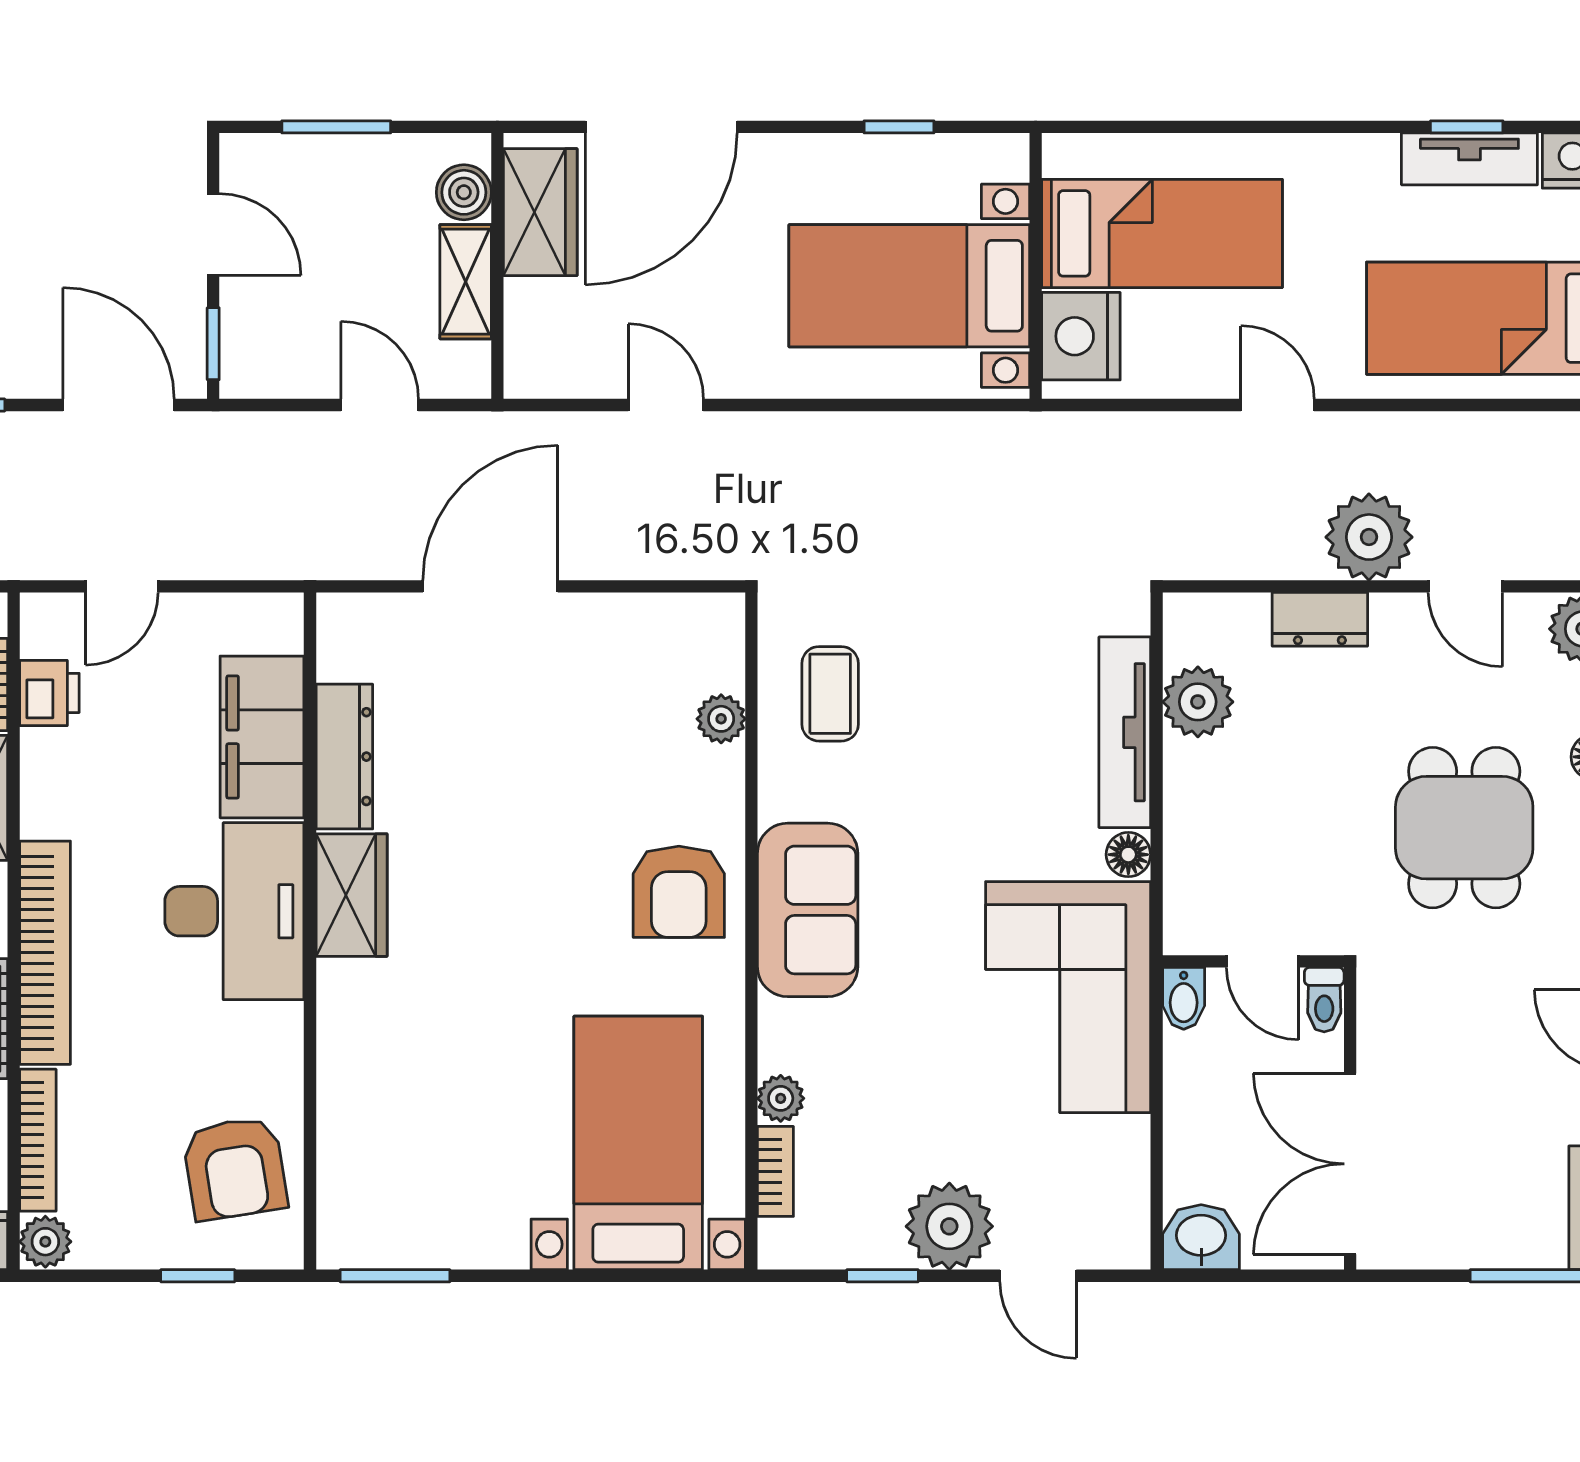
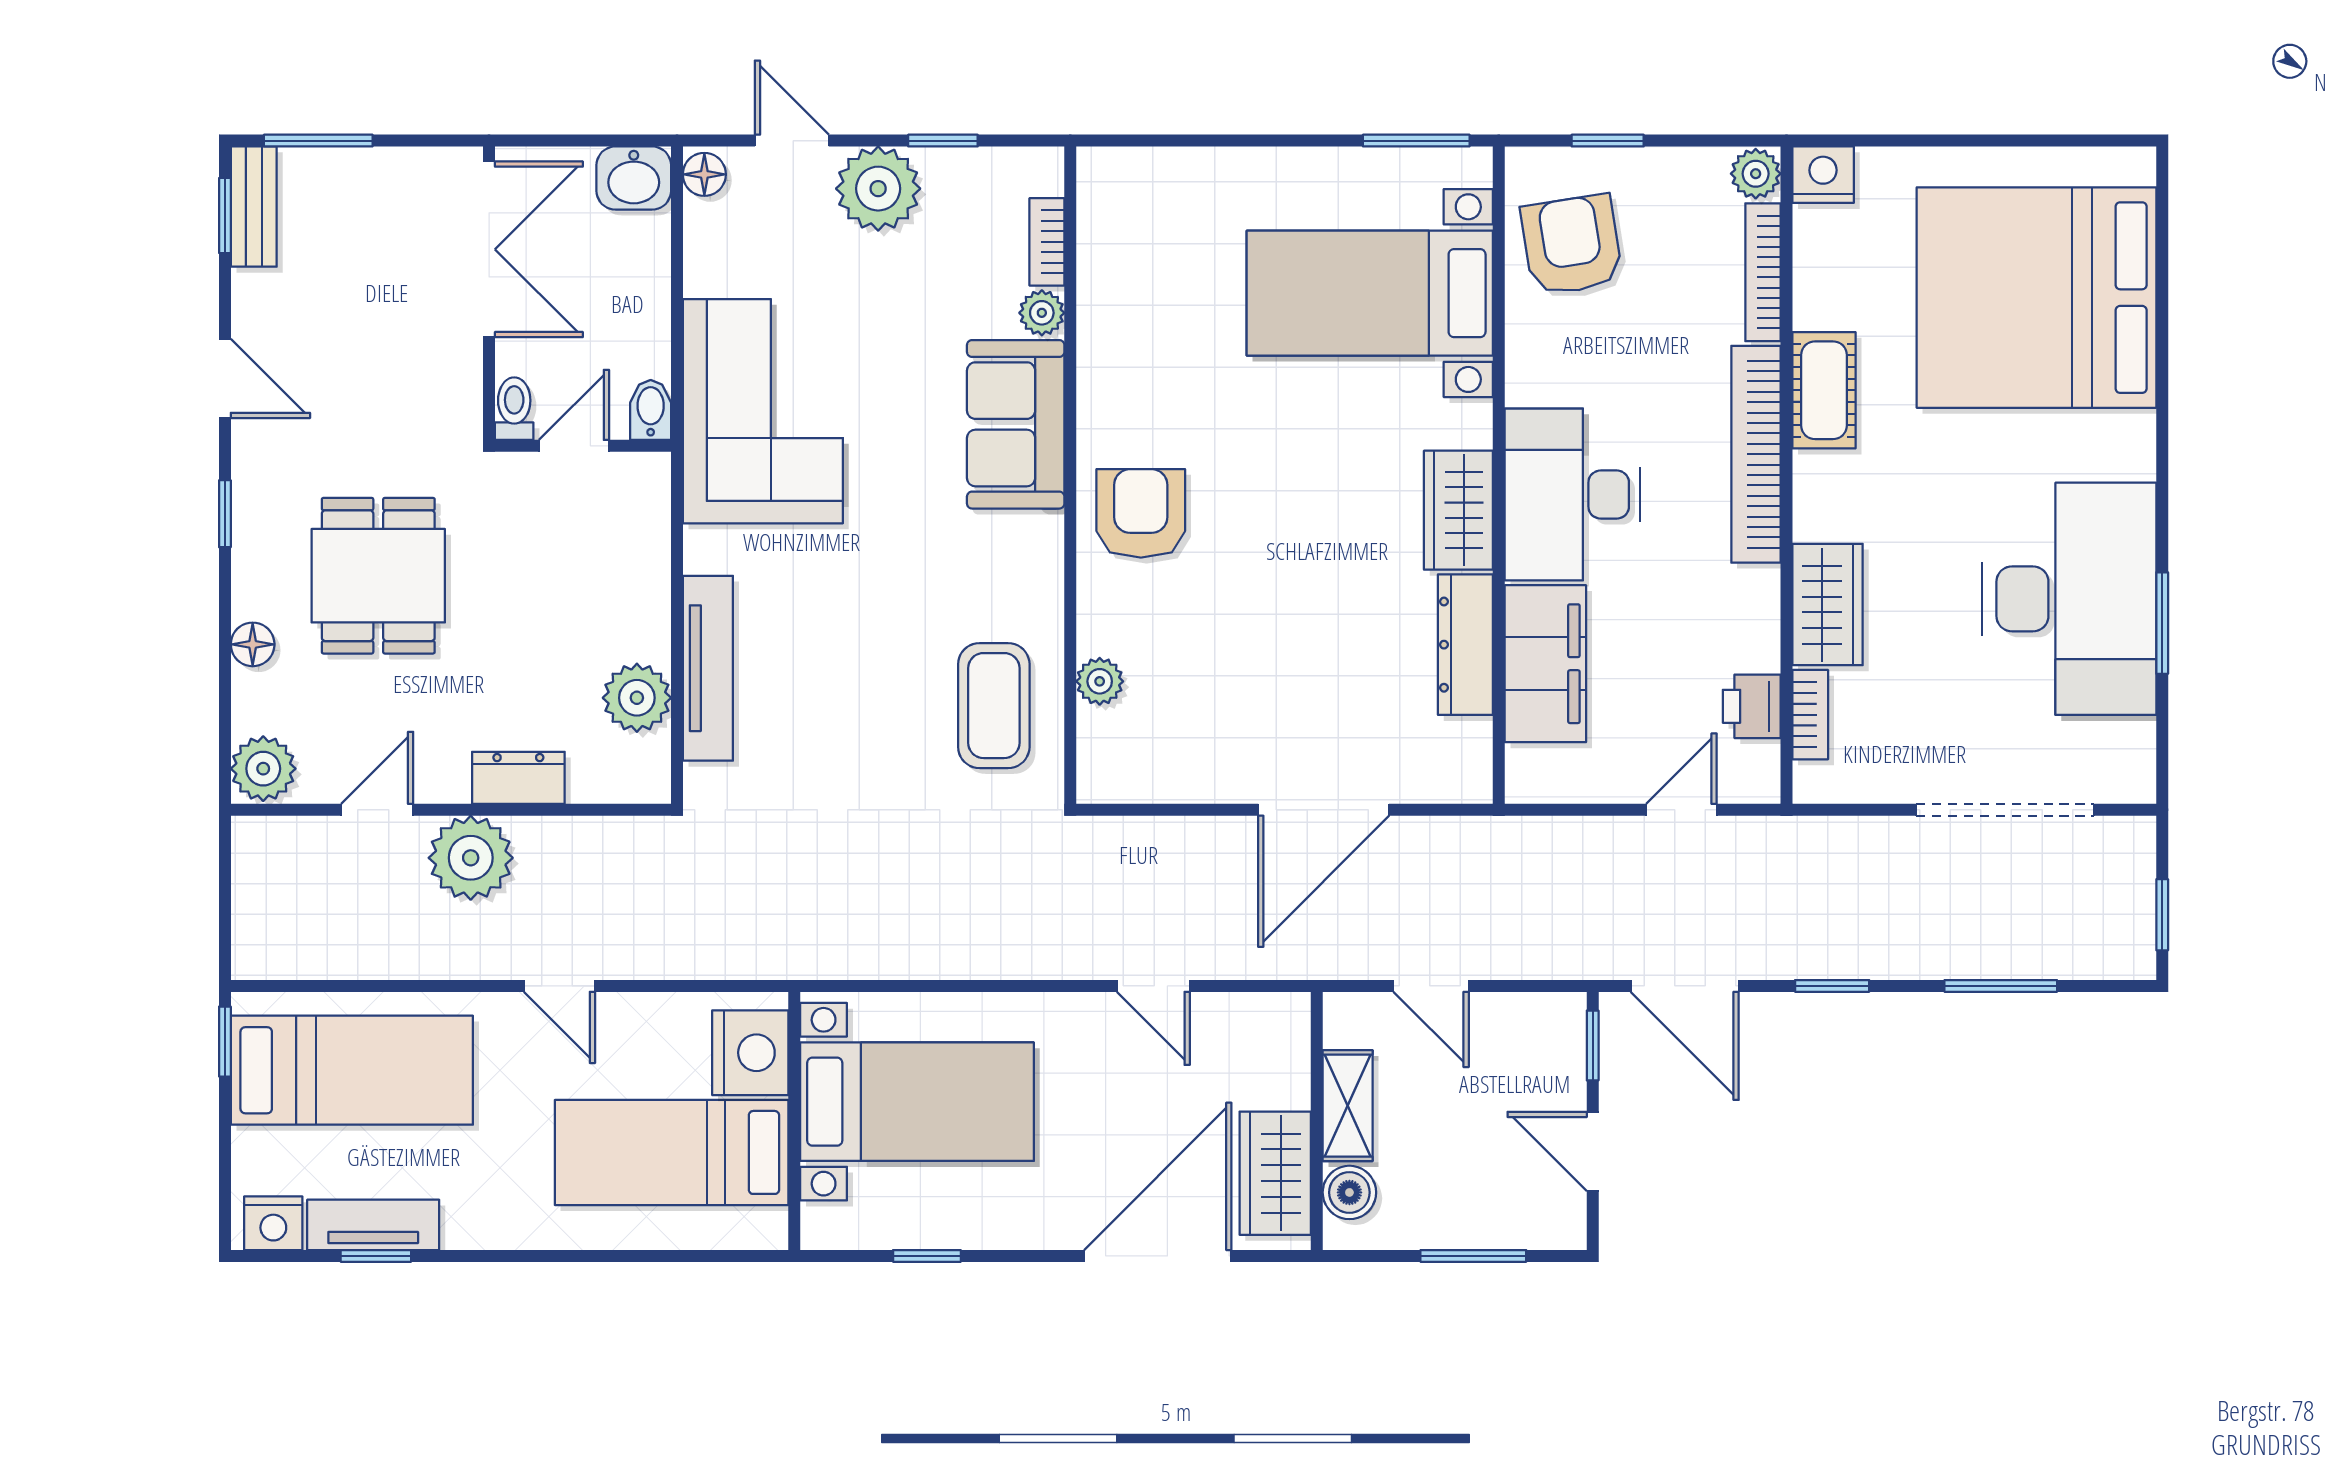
door: (1465, 586) -> (377, 810), hinge flipped
coffee table: (830, 694) -> (994, 706), width x1.36, depth x1.30
floor lamp: (1128, 855) -> (704, 174), moved
sofa: (808, 910) -> (1016, 424), moved
door: (1263, 961) -> (574, 446), hinge flipped
bed with nightstands: (638, 1143) -> (1370, 293), moved, turned 90

